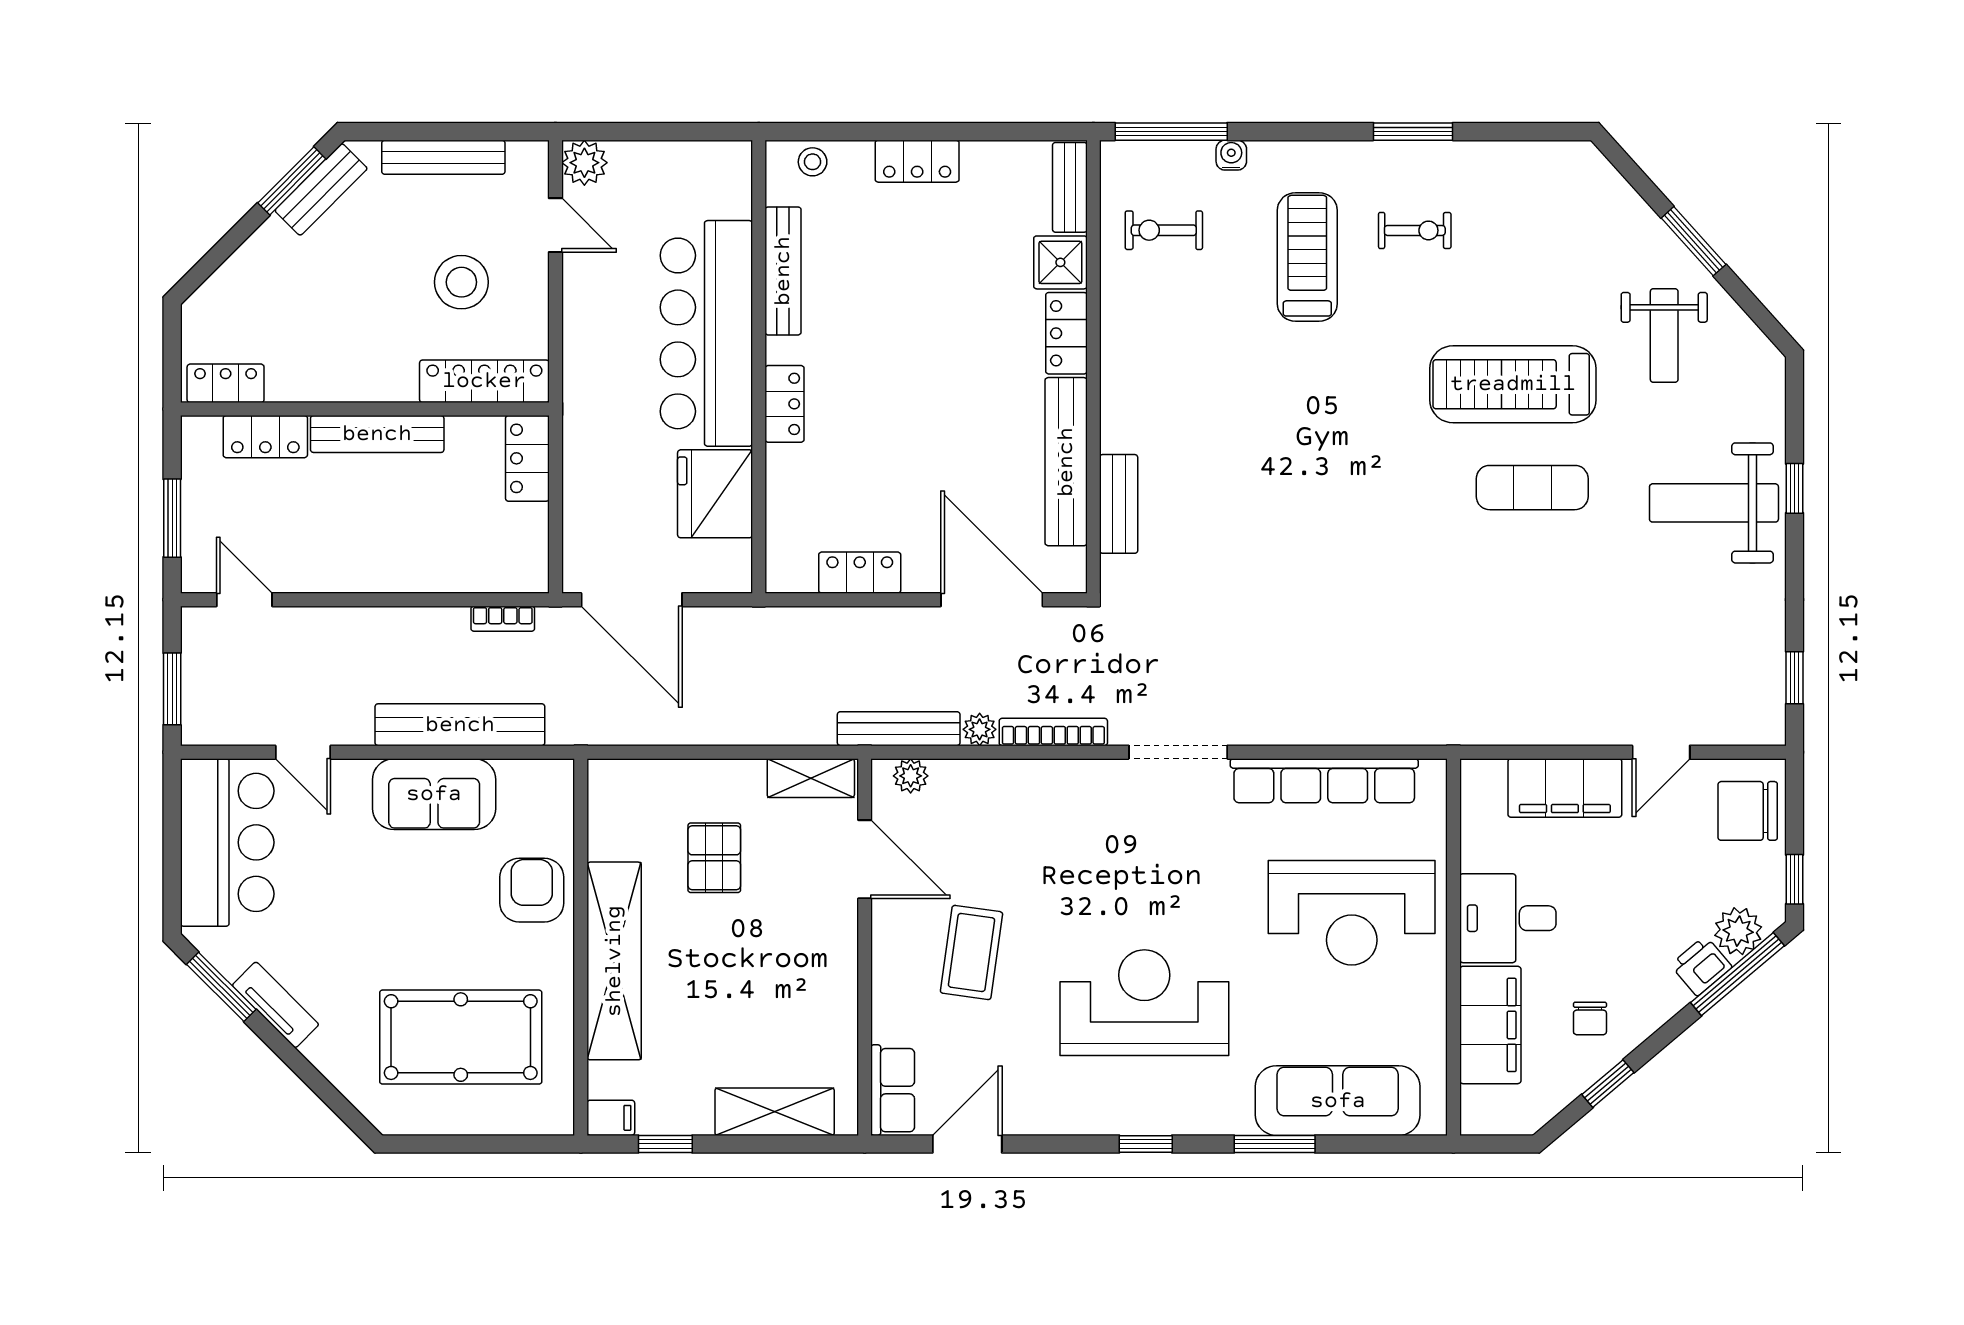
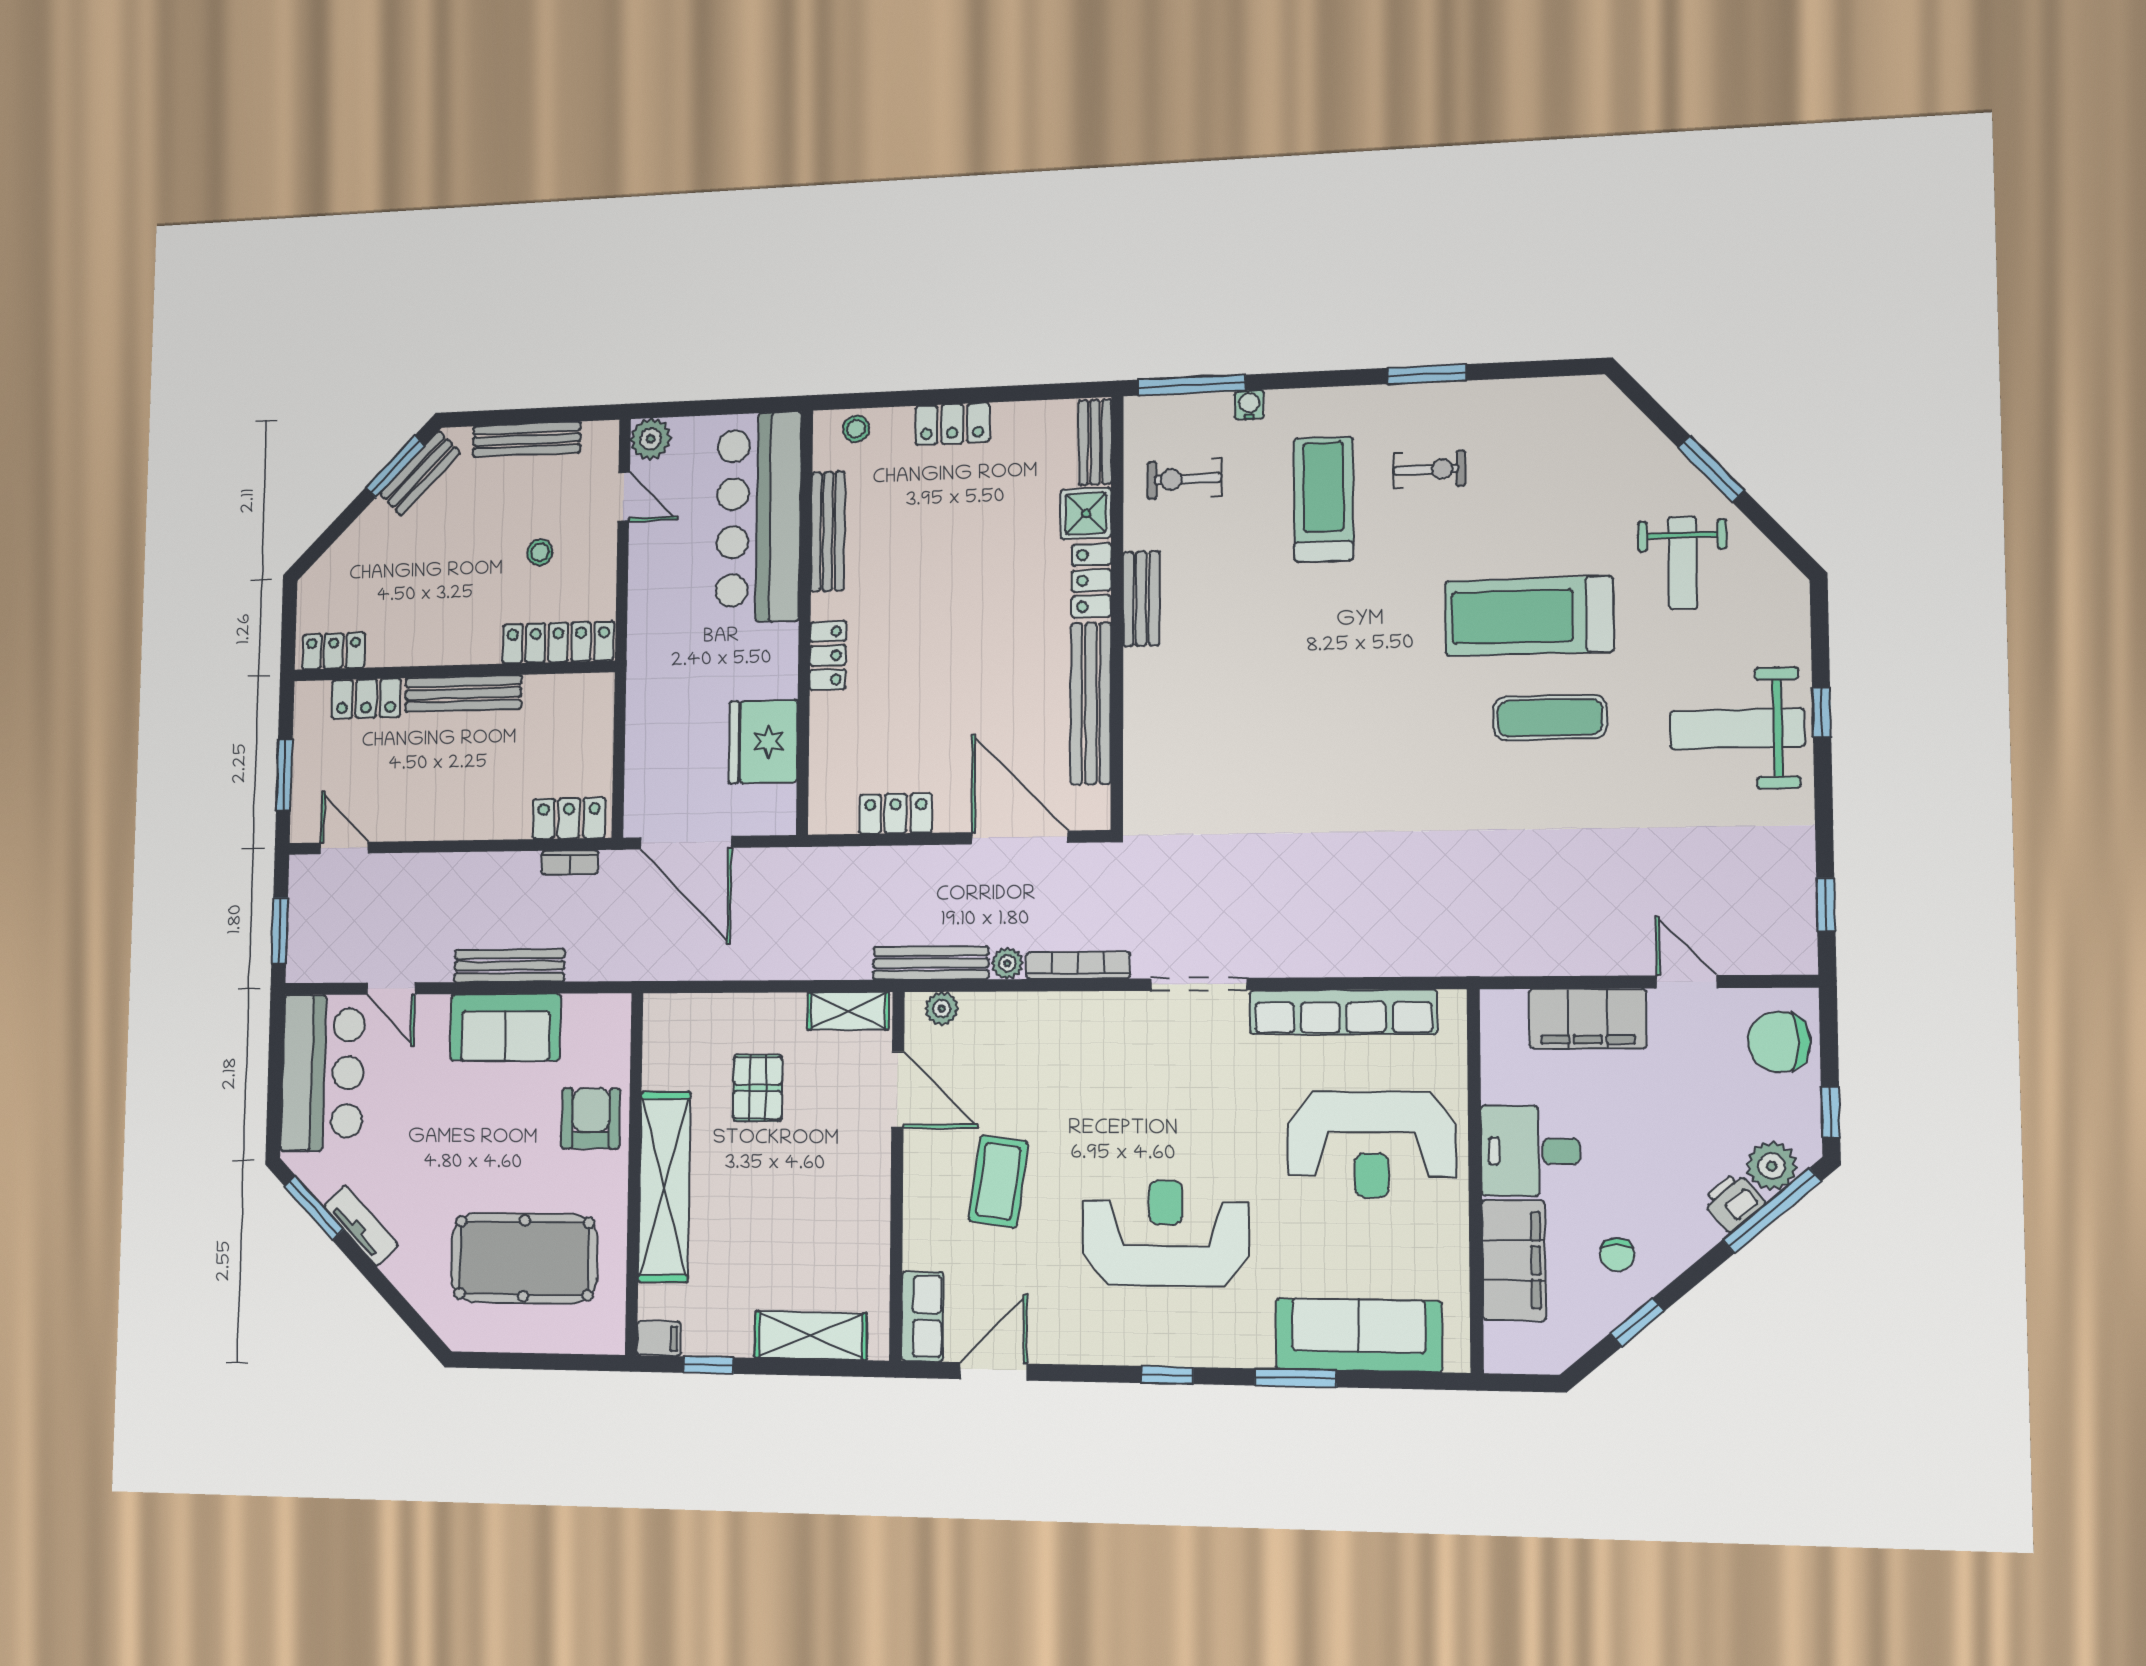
stool: (461, 282) -> (540, 552), width x0.53, depth x0.53
bar counter: (706, 333) -> (758, 517), moved
locker: (527, 458) -> (569, 818), moved, turned 90
bench: (1119, 504) -> (1141, 599), moved
bench: (460, 725) -> (509, 966), width x0.73, depth x0.82
door: (1661, 752) -> (1687, 982), swing flipped

